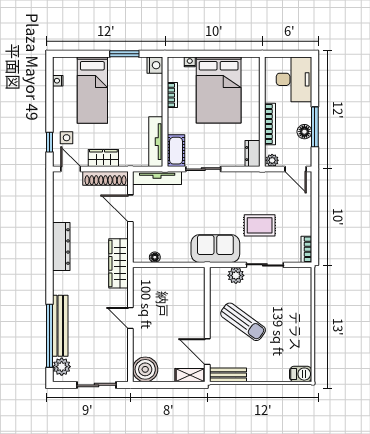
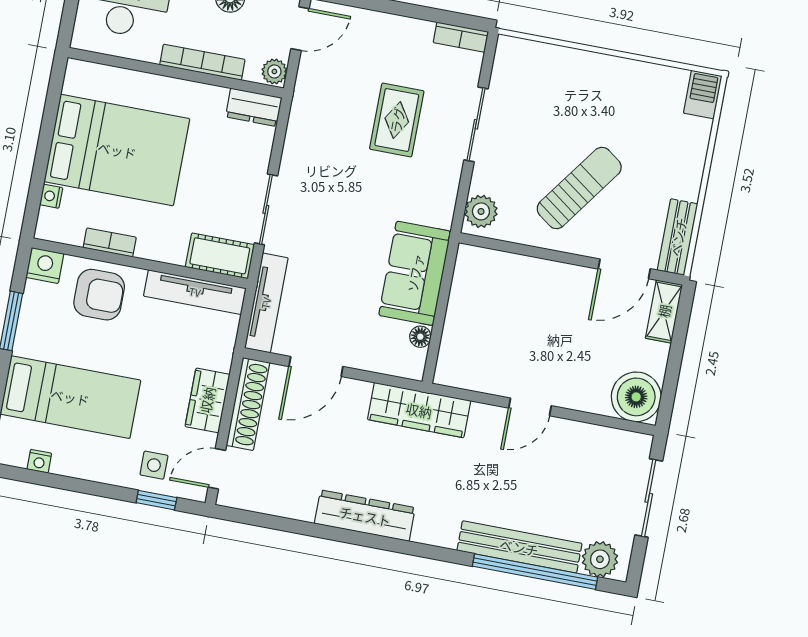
armchair: (146, 95) -> (99, 295), added
sofa: (215, 249) -> (415, 273), moved
plant: (236, 275) -> (481, 211), moved

